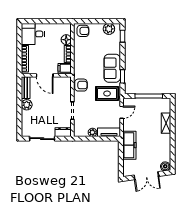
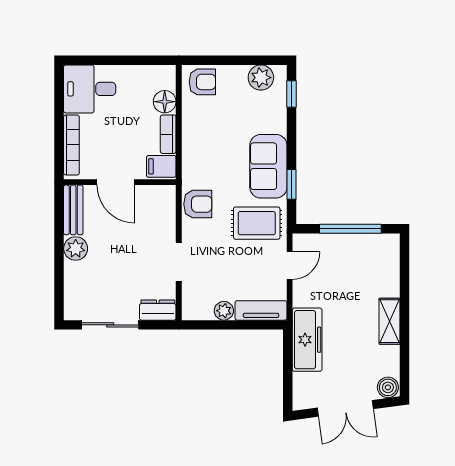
shelving: (166, 123) -> (390, 321), moved

